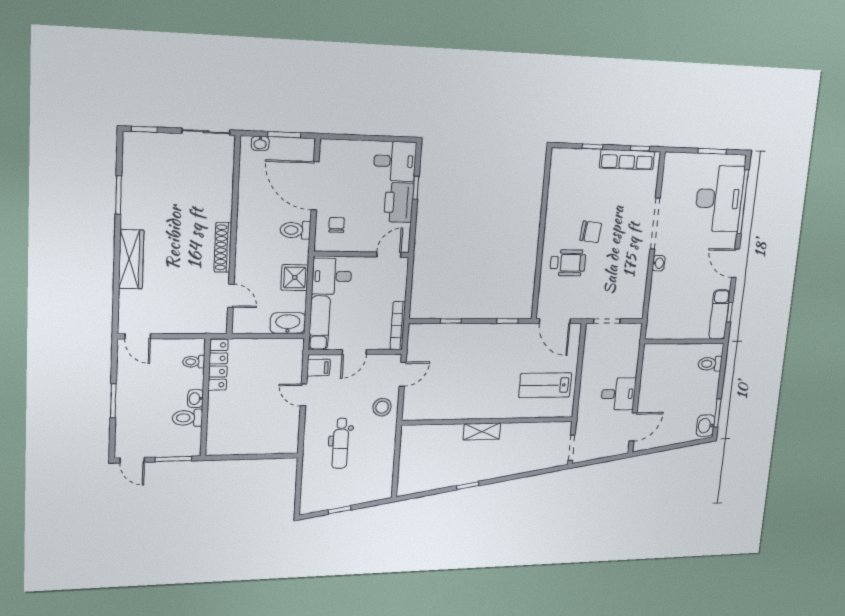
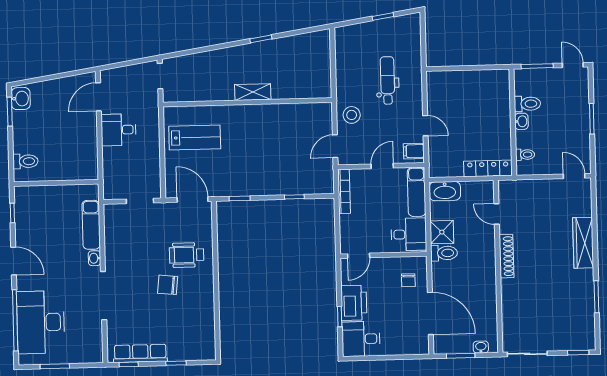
toilet: (295, 230) -> (444, 253), moved
exam couch: (719, 315) -> (91, 225), moved, turned 180
locker: (218, 365) -> (488, 168), moved, turned 90

